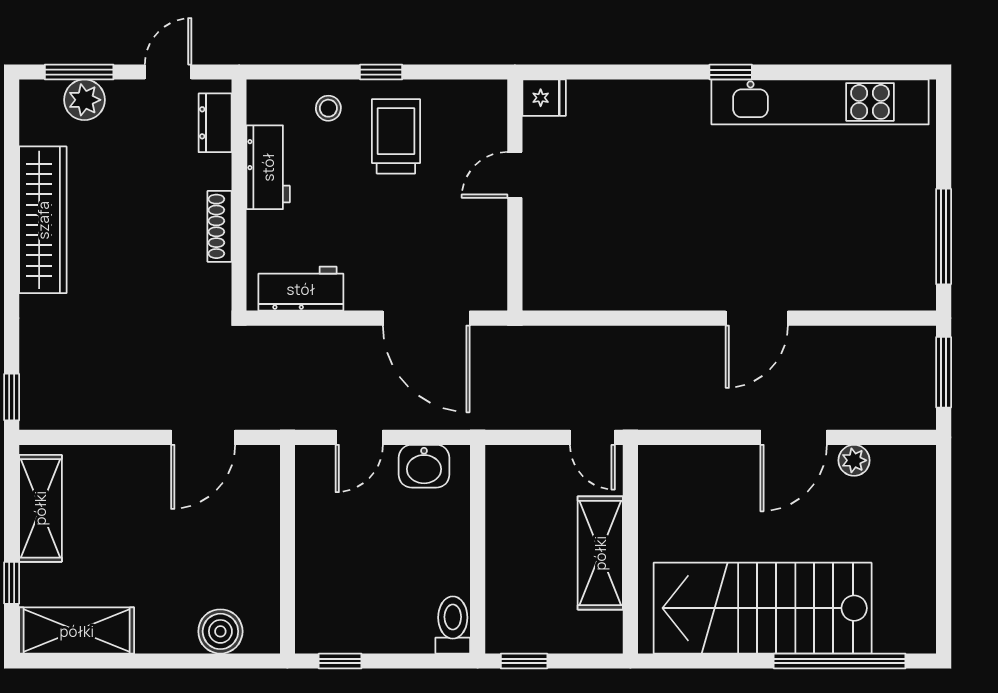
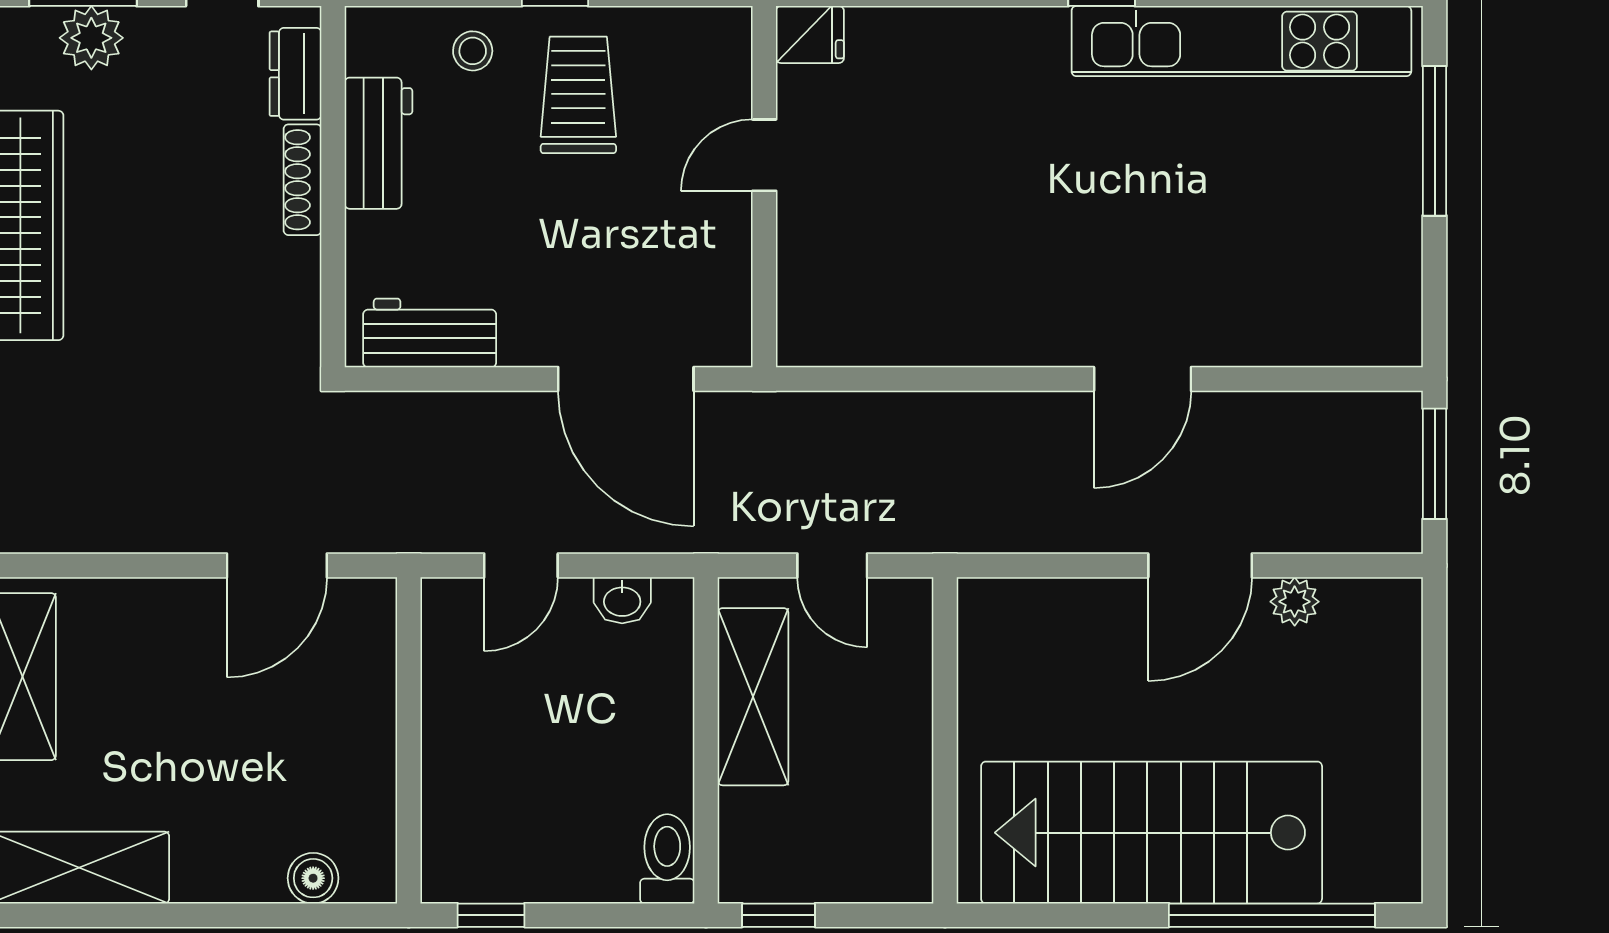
shoe rack: (220, 226) -> (302, 180), moved
window: (944, 236) -> (1435, 141), moved
door: (592, 437) -> (832, 566), moved
washbasin: (424, 466) -> (622, 600), width x0.72, depth x0.69
shelving: (600, 553) -> (753, 697), moved
boiler: (220, 631) -> (313, 878), width x0.73, depth x0.73

